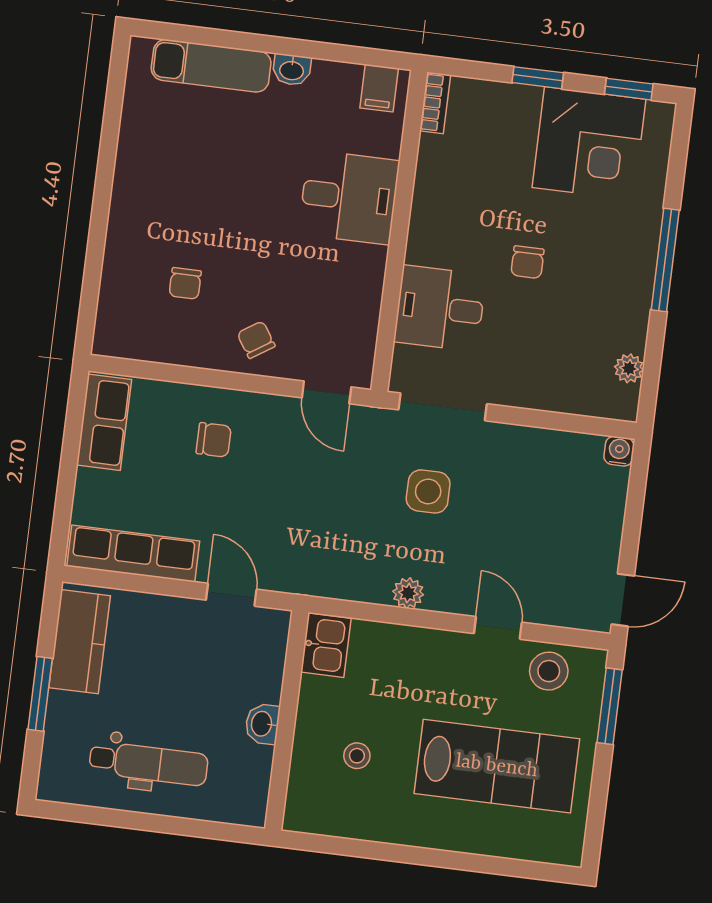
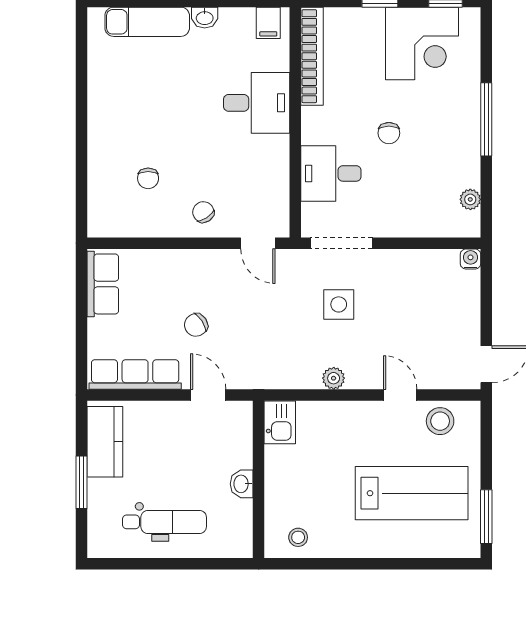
bookcase: (435, 103) -> (312, 56), width x2.31, depth x1.31
chair: (214, 440) -> (196, 325), moved, turned 147
window: (610, 706) -> (486, 517), moved
stool: (357, 756) -> (298, 537), moved

